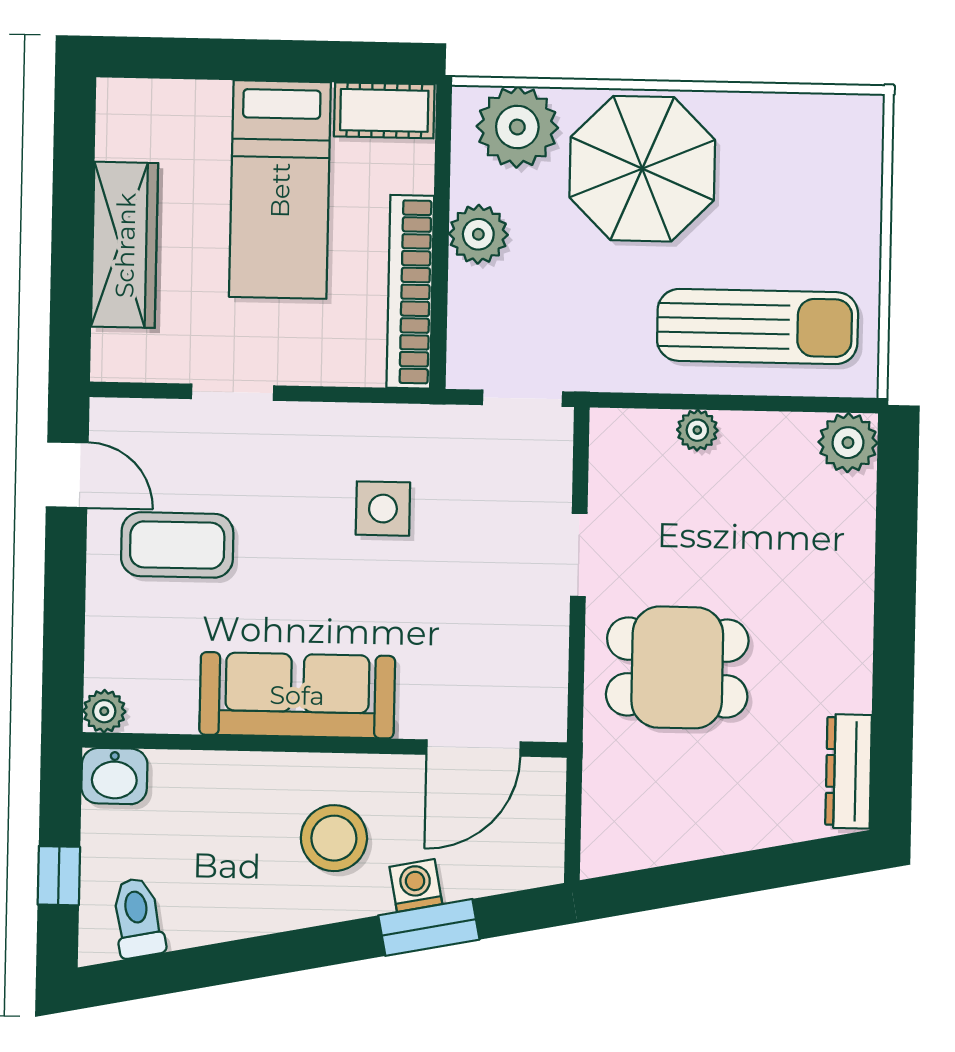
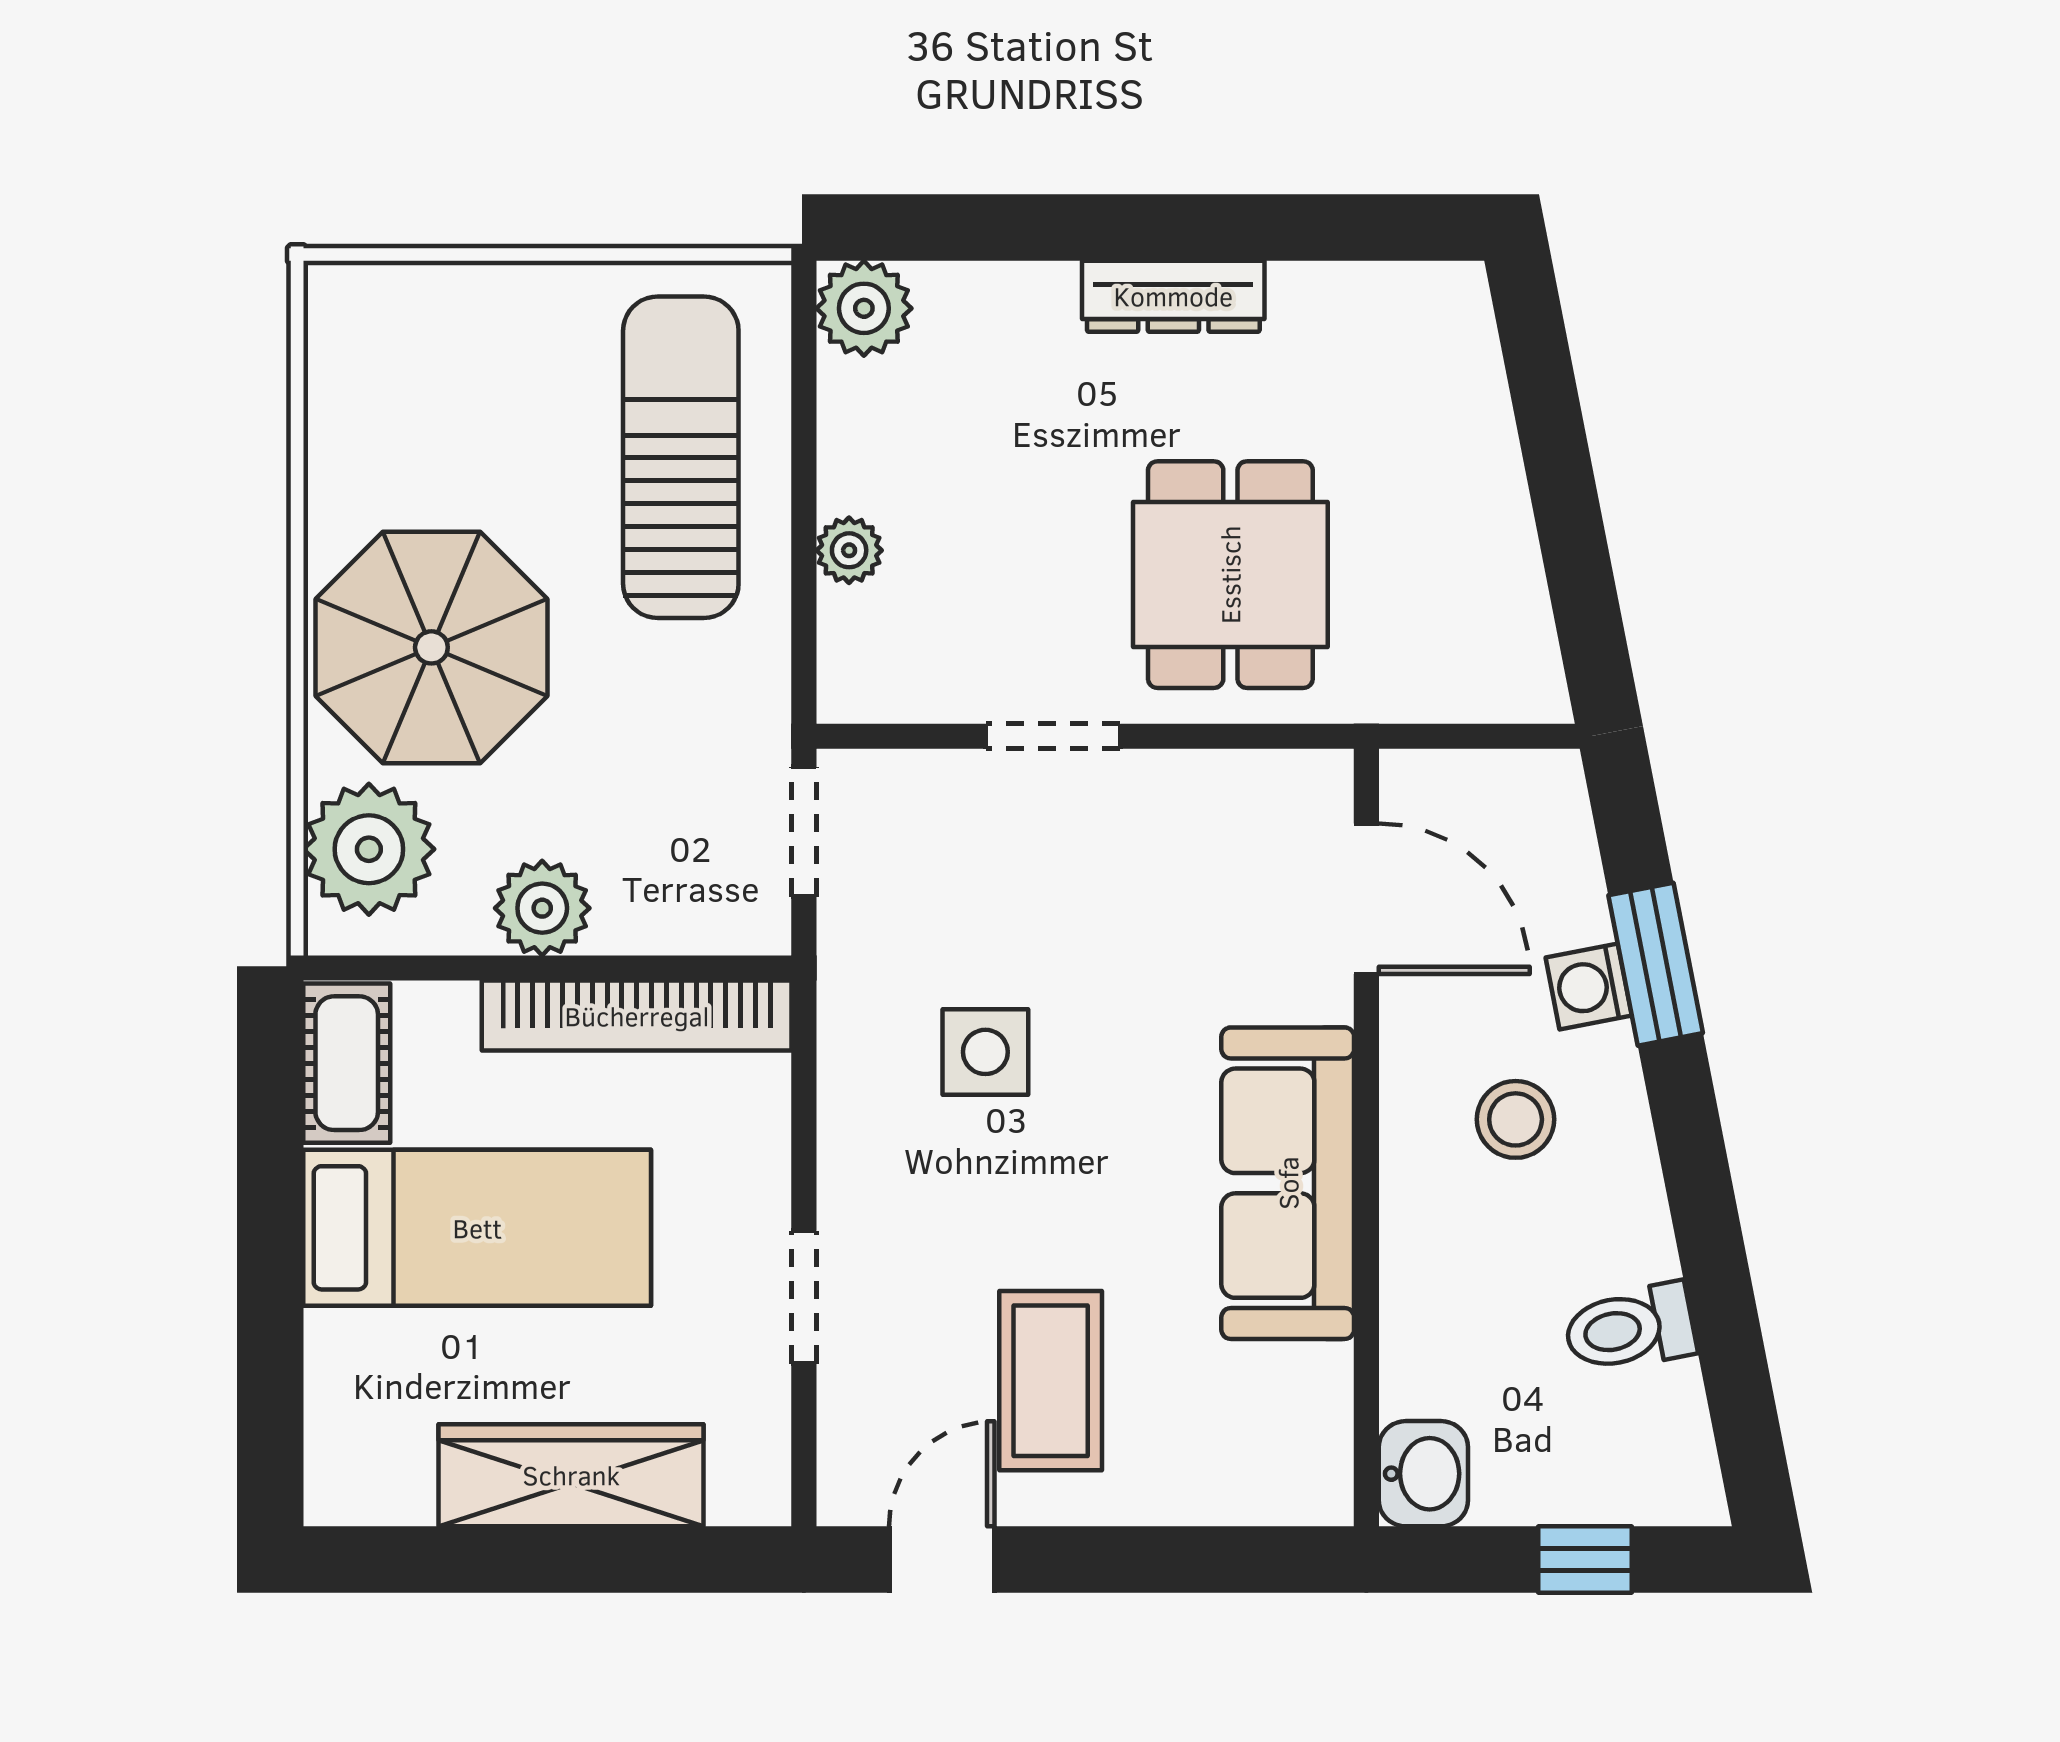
plant: (104, 711) -> (1320, 1492), removed
dresser: (849, 771) -> (1173, 296), moved
stool: (334, 838) -> (1516, 1119), width x0.73, depth x0.73
toilet: (138, 918) -> (1630, 1328), moved

